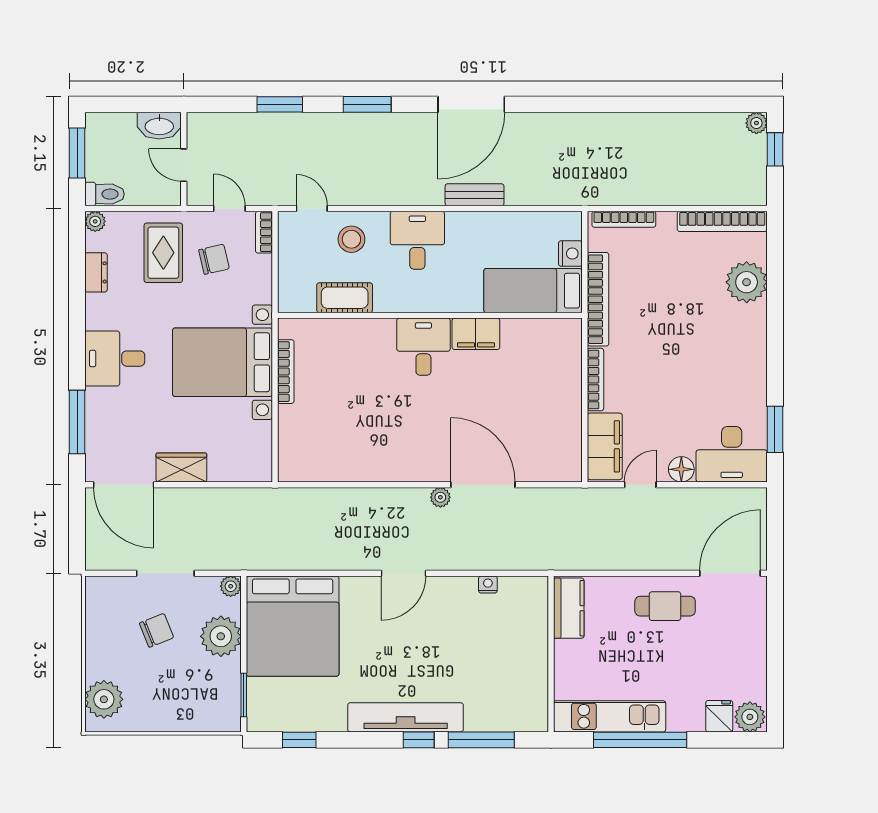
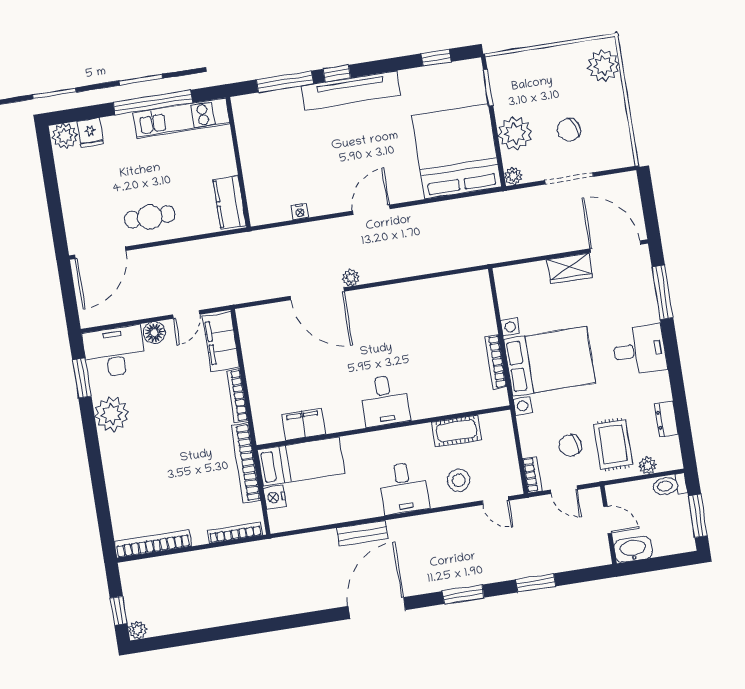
plant: (95, 221) -> (648, 466), moved
plant: (747, 282) -> (112, 414), moved
filing cabinet: (476, 334) -> (304, 424), moved

